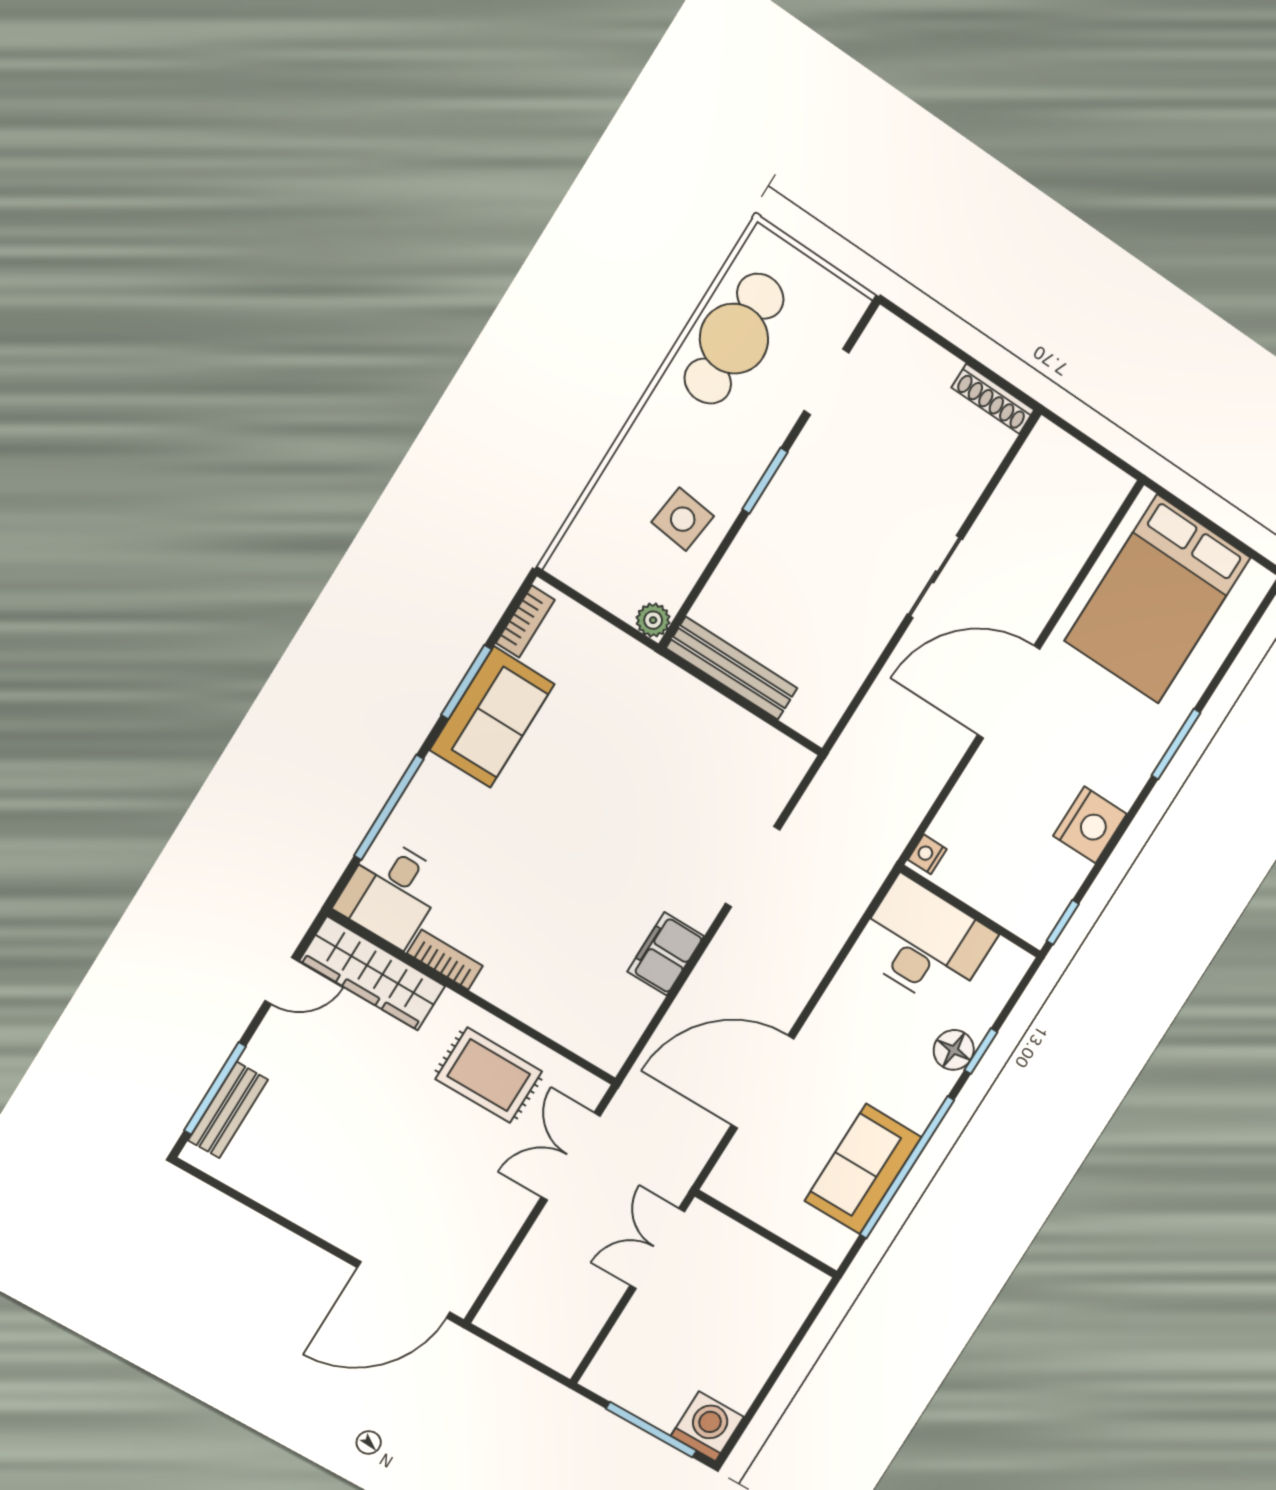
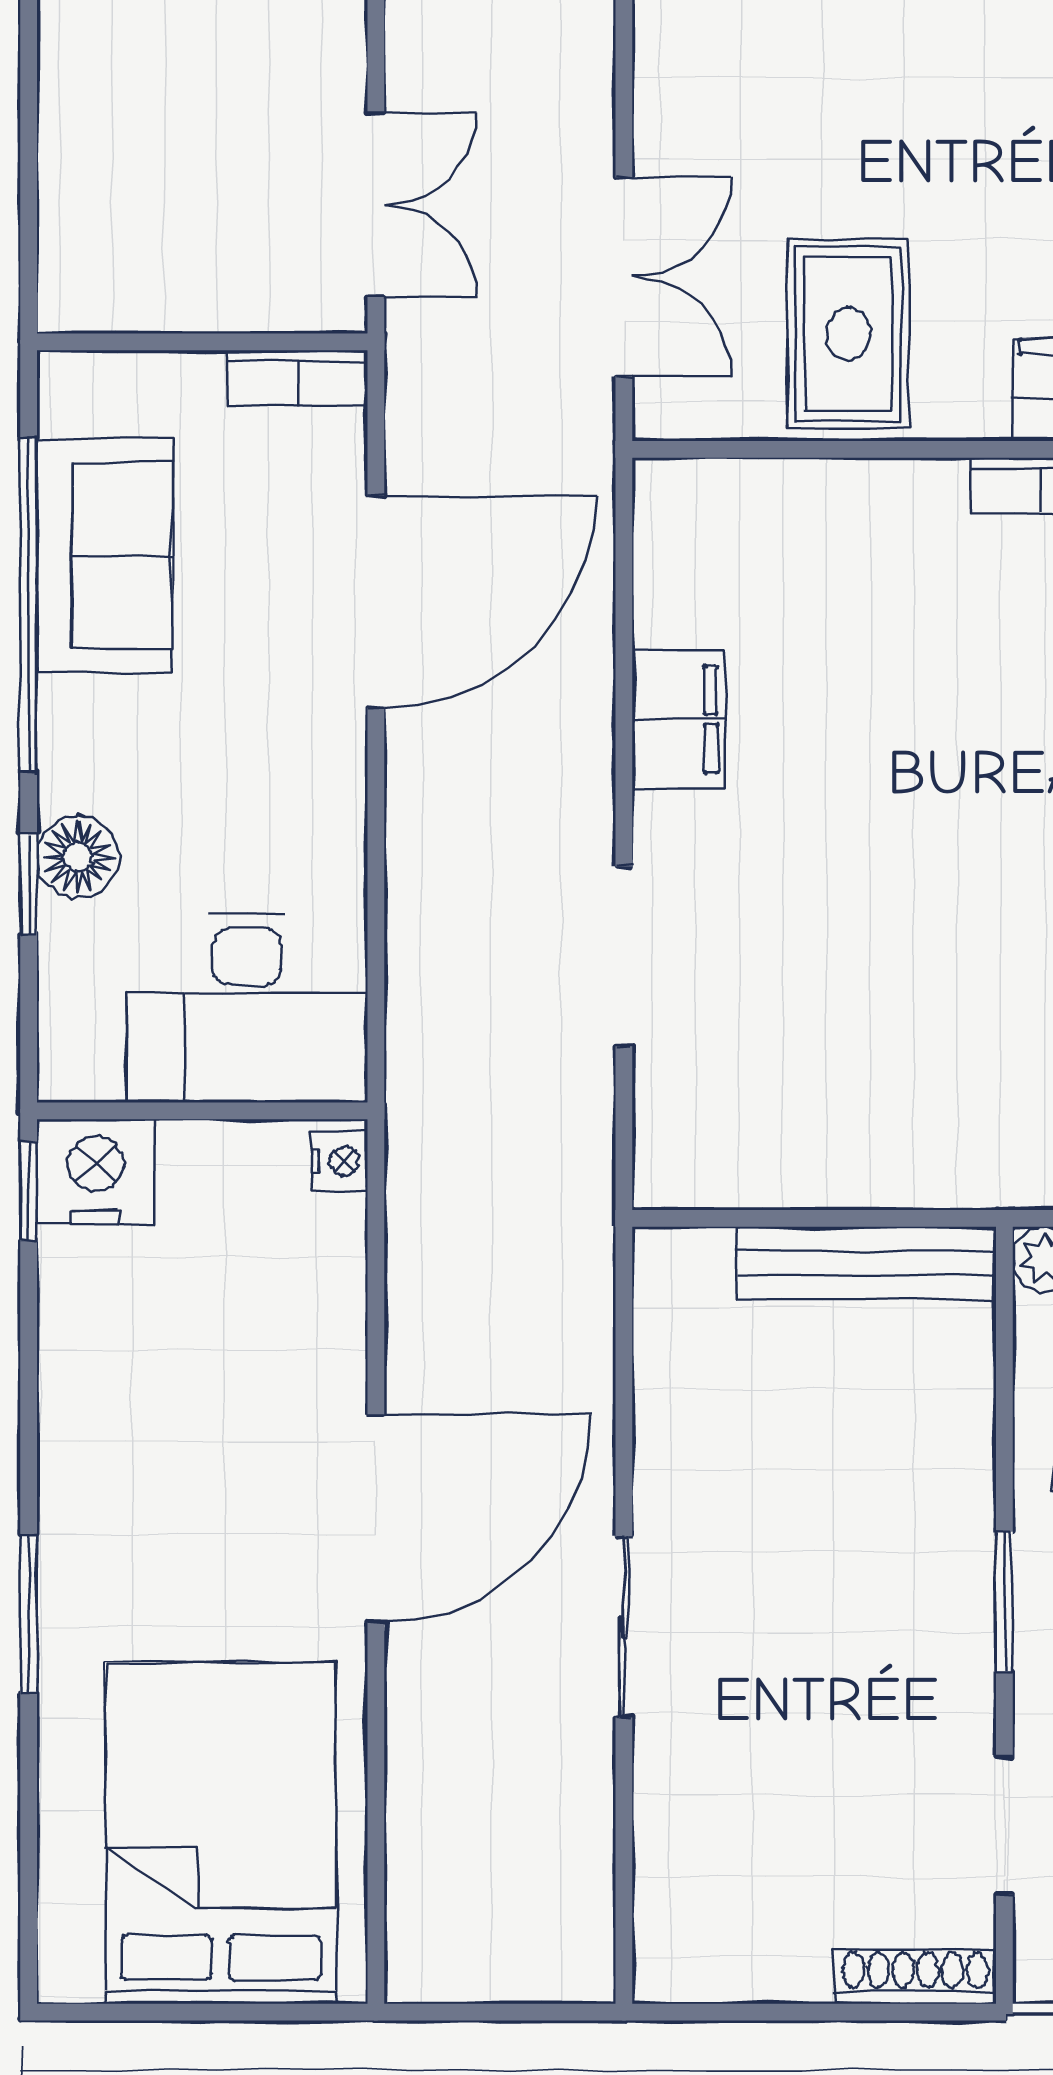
shoe rack: (993, 399) -> (915, 1976), moved
nightstand: (1090, 825) -> (96, 1172), moved, turned 90
rug: (489, 1075) -> (848, 334), turned 90
bookcase: (736, 1195) -> (297, 378), added

